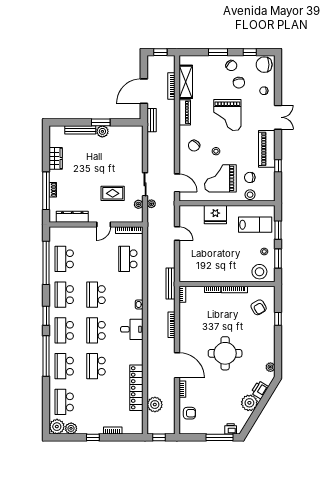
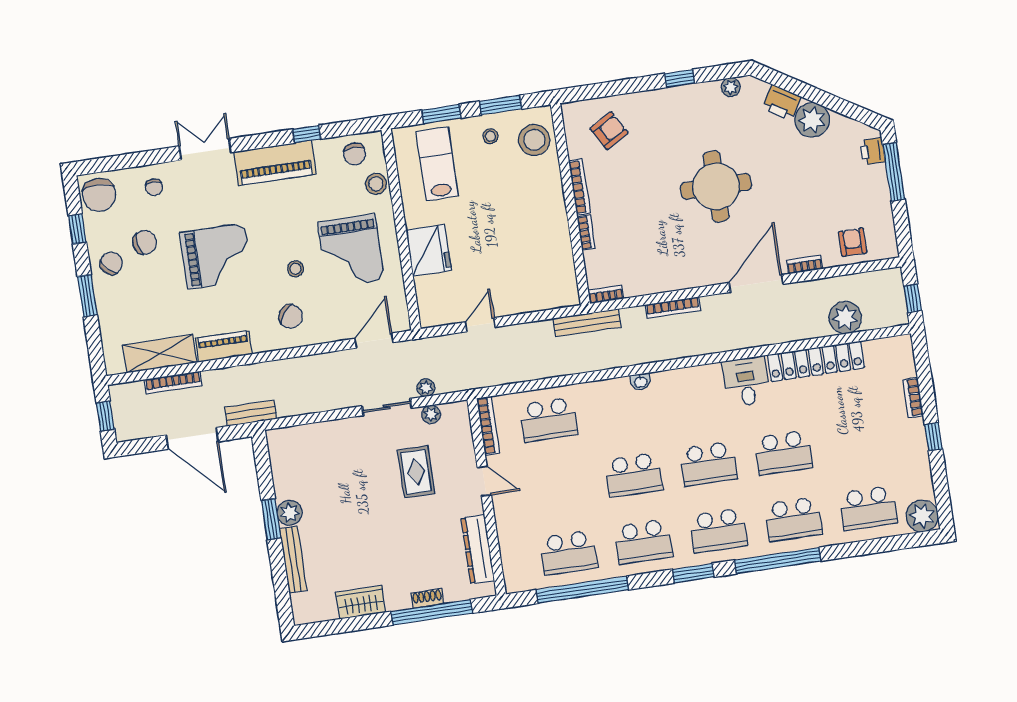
chair: (250, 177) -> (354, 154), moved
window: (278, 319) -> (680, 78), moved
desk: (132, 329) -> (746, 382), moved
plant: (71, 428) -> (921, 486), removed

